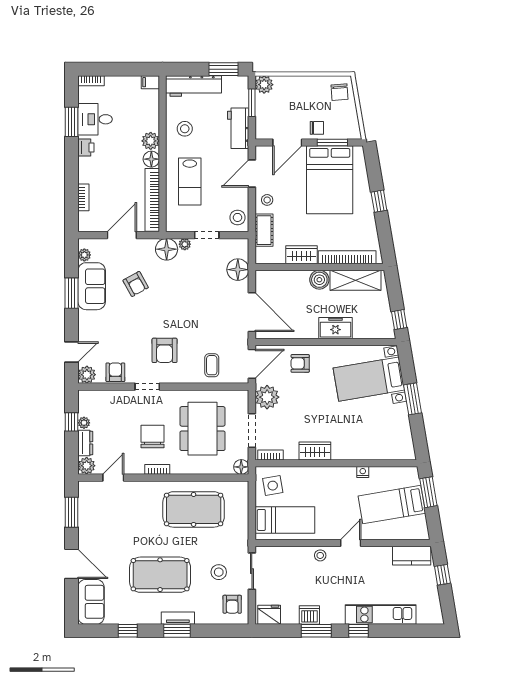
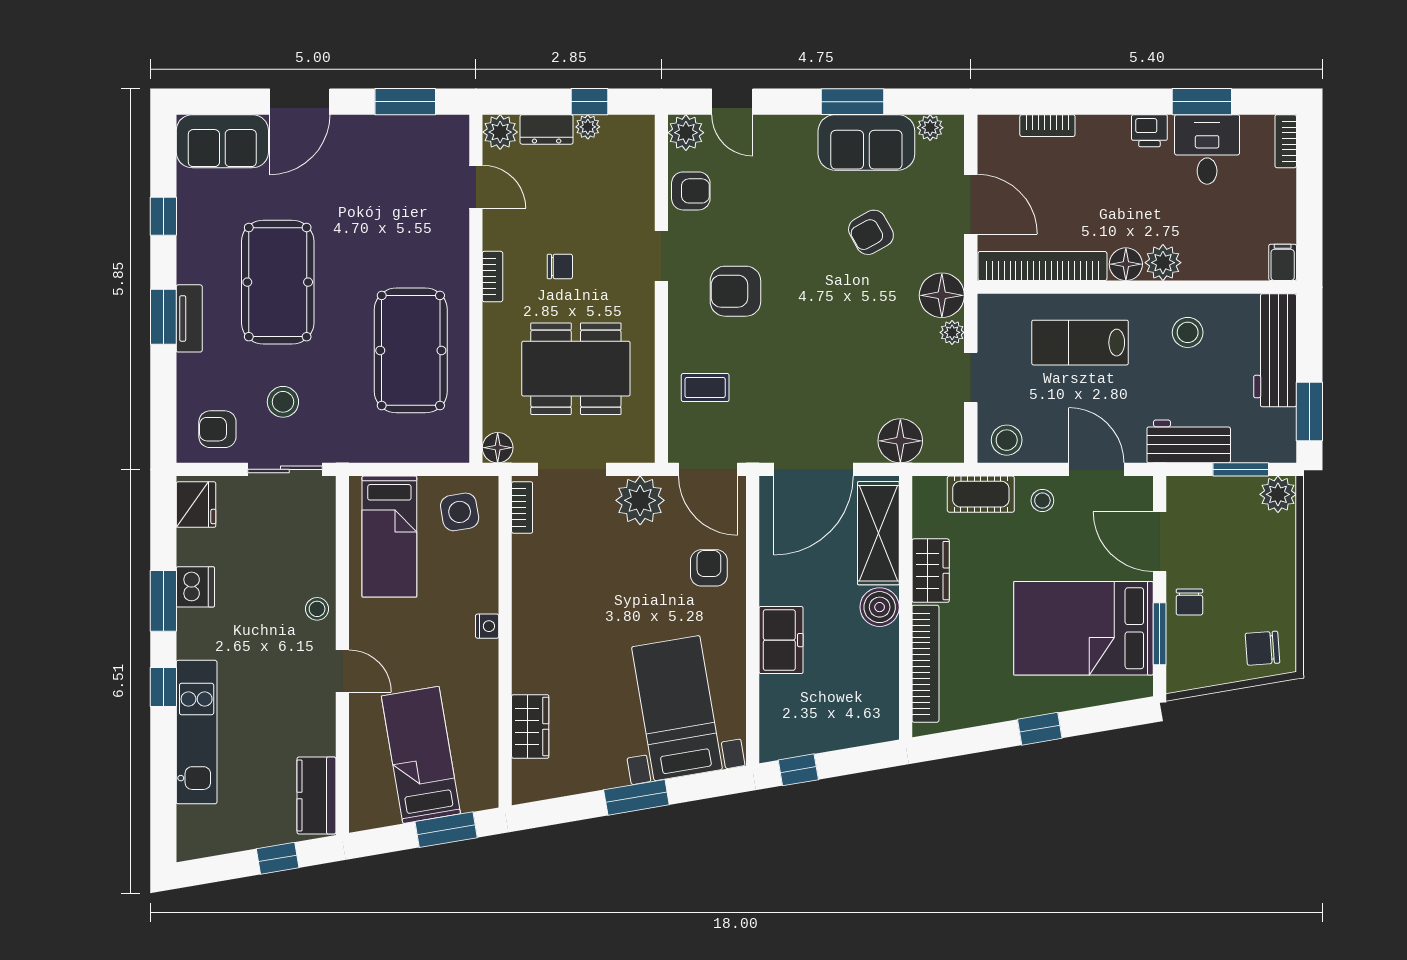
shelving: (356, 280) -> (878, 533), moved
chair: (152, 436) -> (560, 266), width x0.54, depth x0.54
wardrobe: (315, 451) -> (530, 726), moved
nightstand: (363, 472) -> (487, 626), moved

